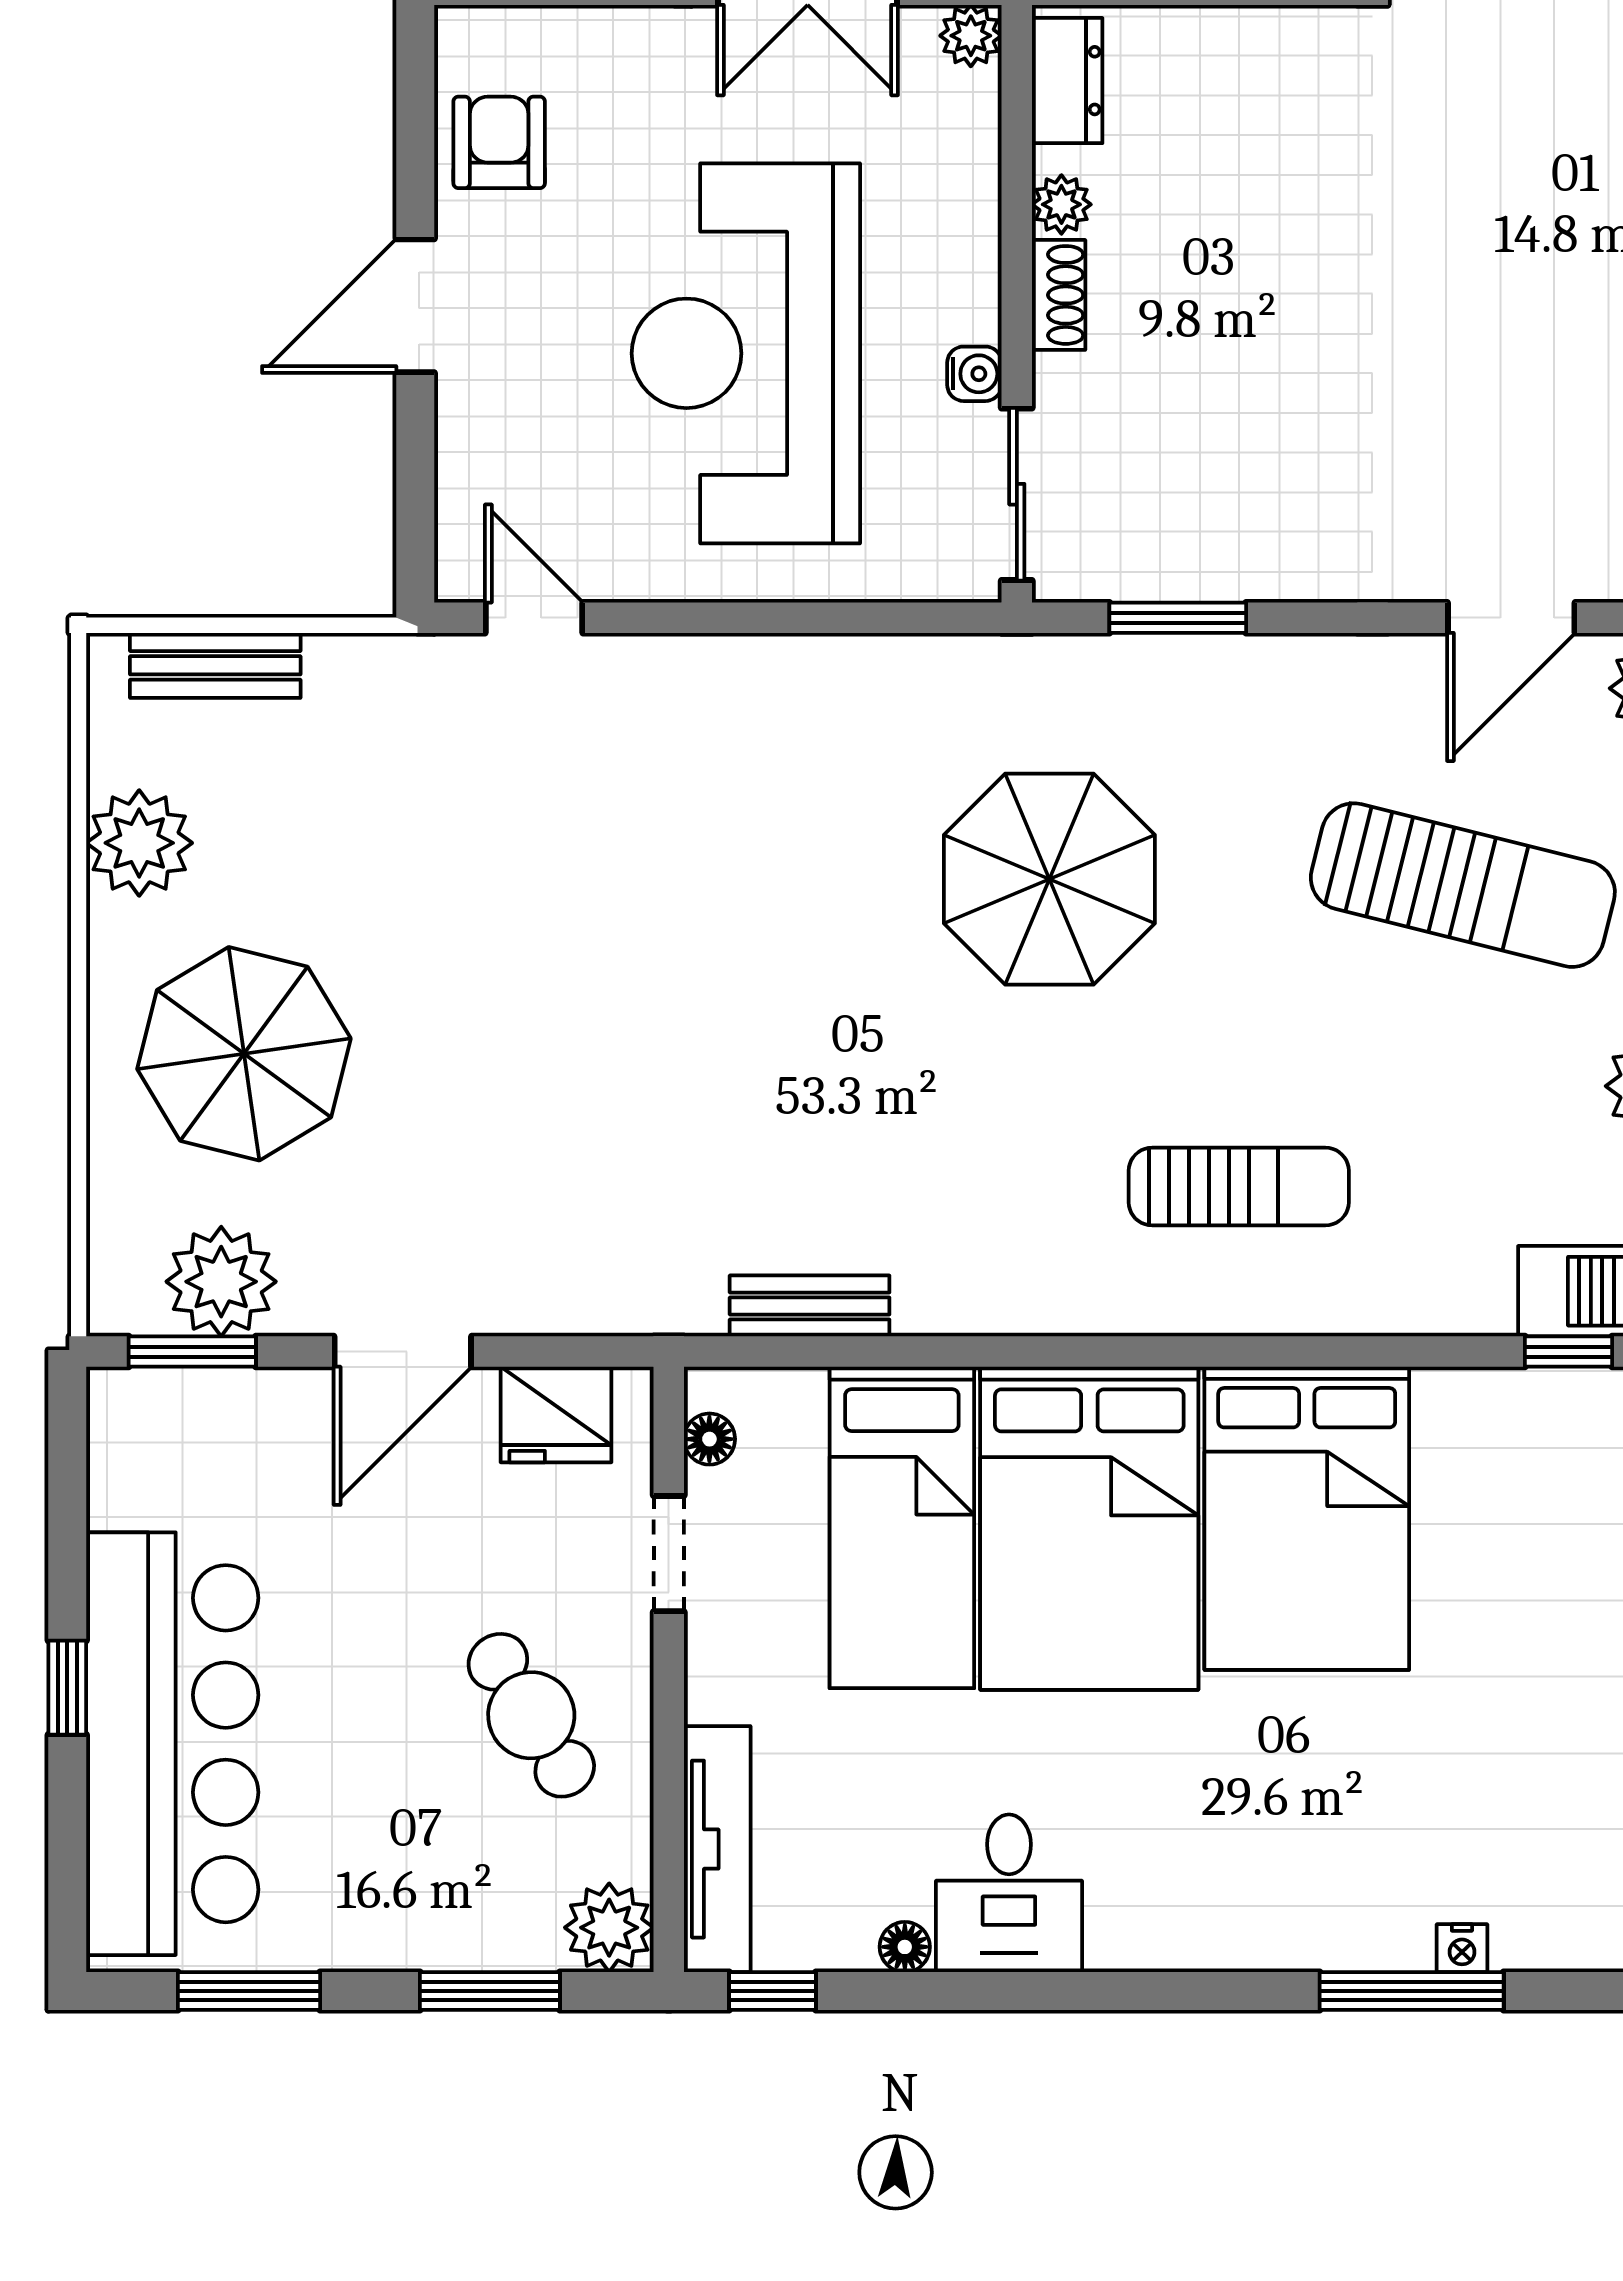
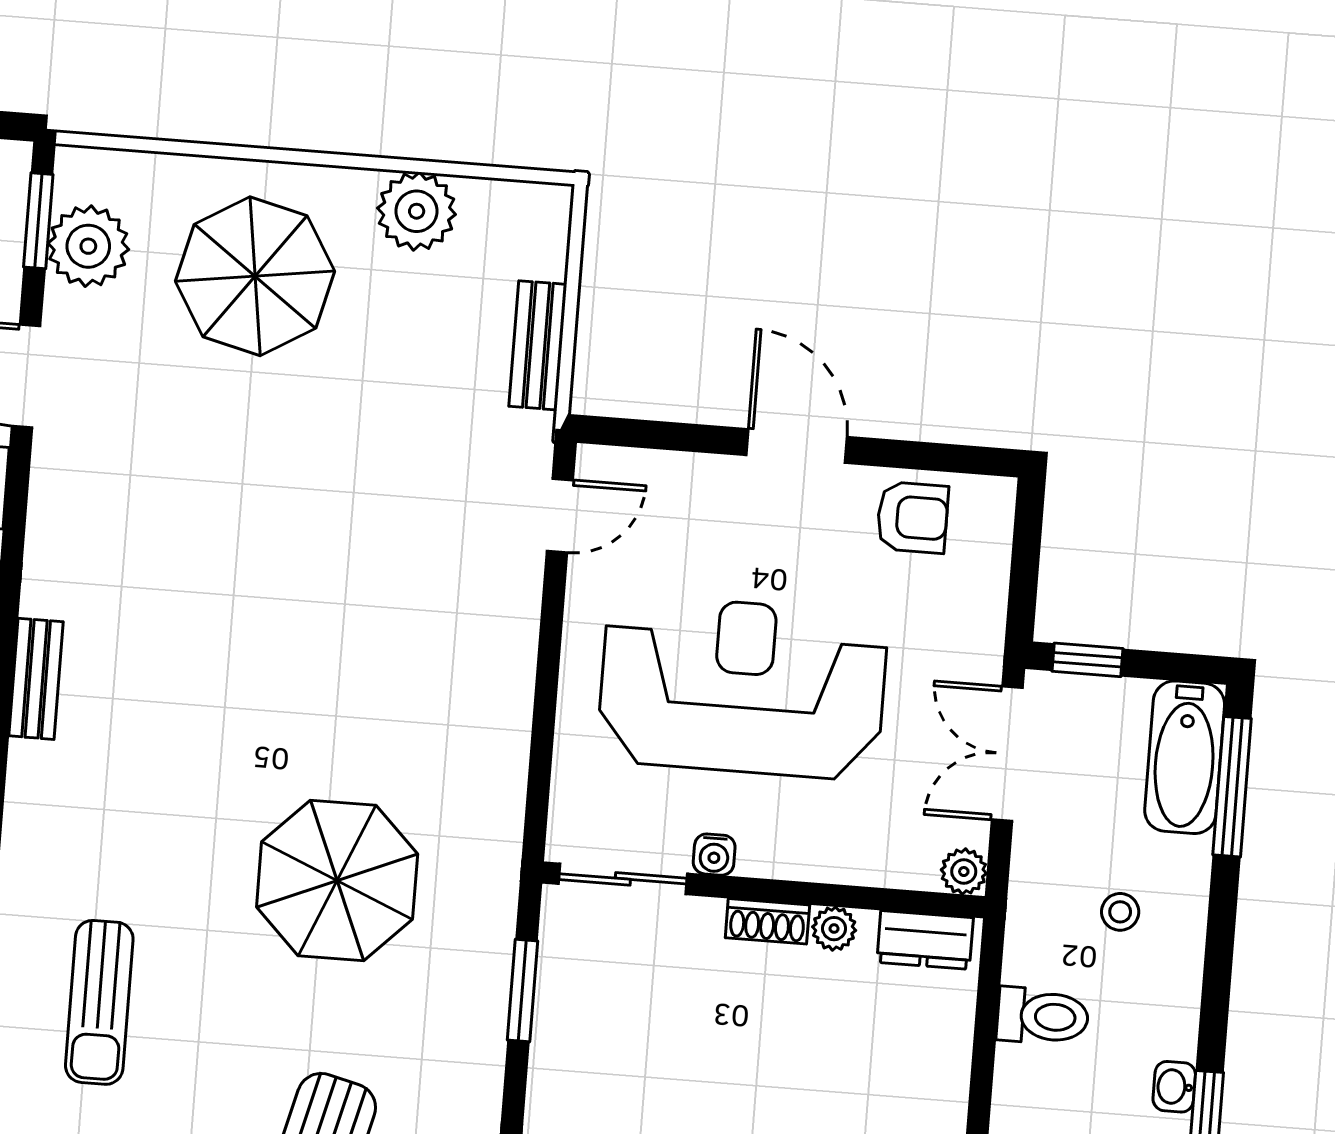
bench: (215, 665) -> (538, 345), moved

